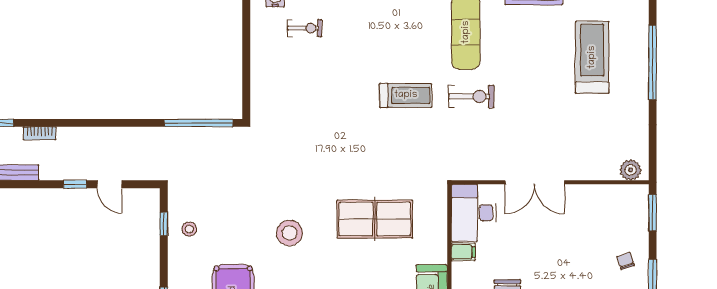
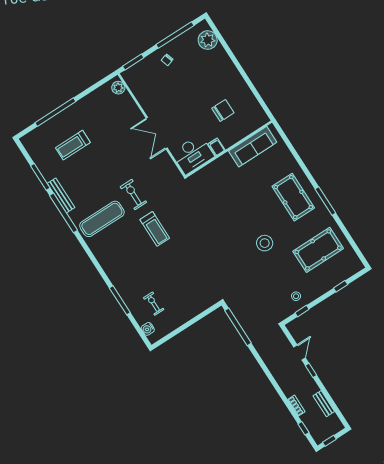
treadmill: (592, 57) -> (73, 145), width x0.73, depth x0.73
treadmill: (406, 95) -> (155, 229), turned 180
double door: (535, 182) -> (157, 133), swing flipped
table tennis table: (375, 219) -> (229, 204), removed

